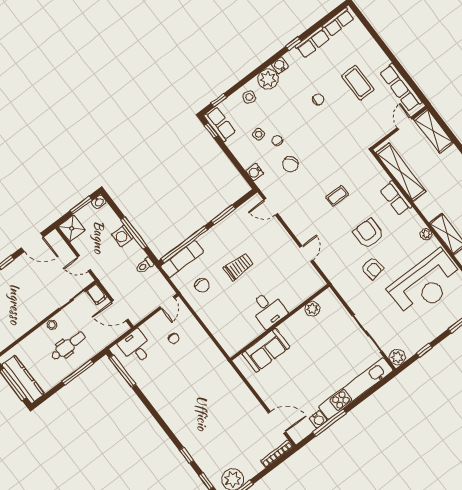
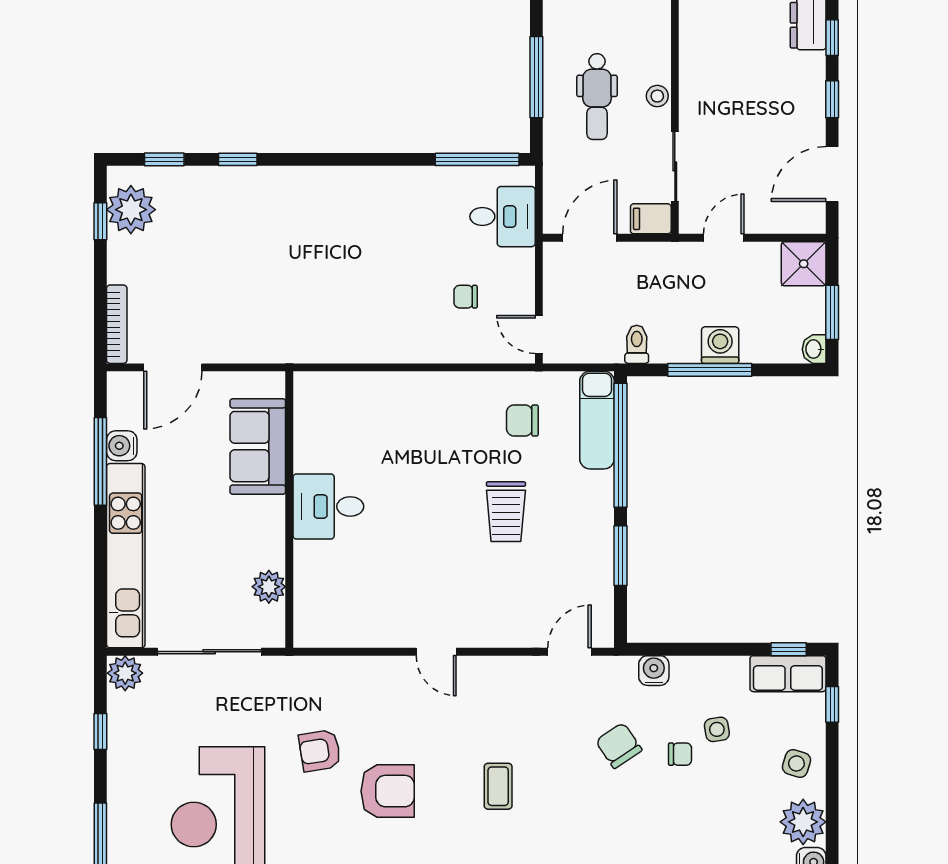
desk: (268, 309) -> (328, 506), moved
plant: (312, 309) -> (269, 587), moved
wall: (280, 322) -> (289, 510), moved
sofa: (266, 350) -> (258, 447), moved

